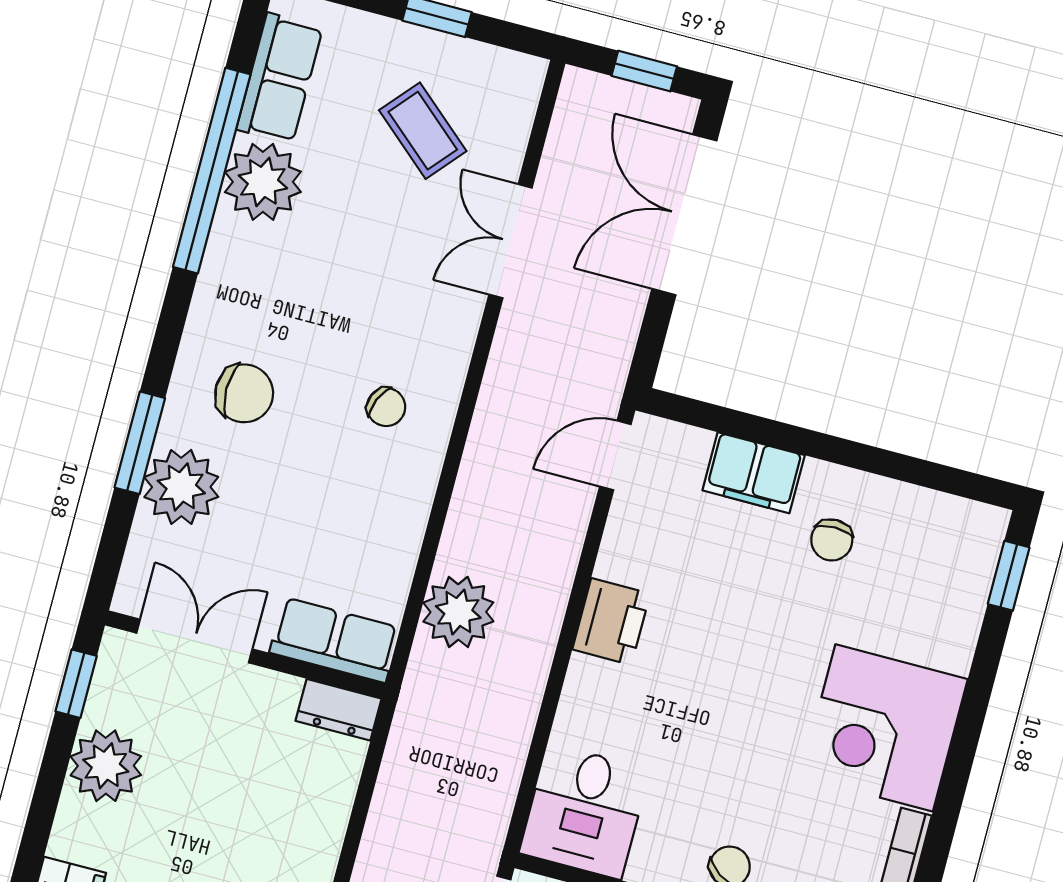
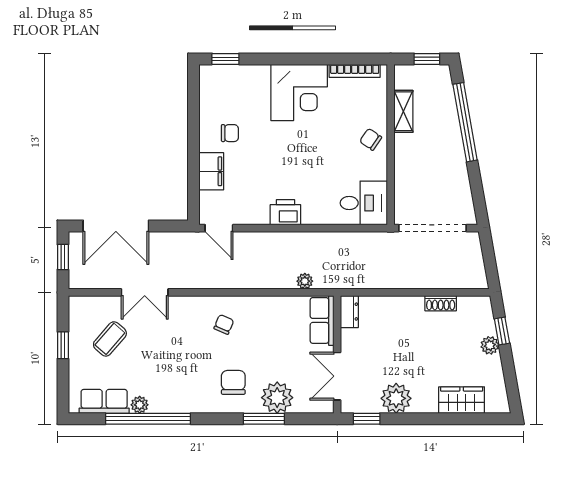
plant: (263, 182) -> (140, 405), width x0.53, depth x0.53
plant: (458, 612) -> (305, 281), width x0.53, depth x0.53

